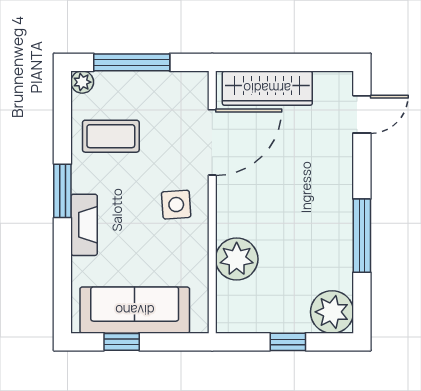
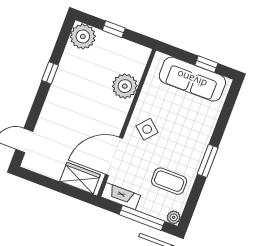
wardrobe: (267, 88) -> (80, 178), width x0.67
side table: (176, 205) -> (147, 129), turned 45
fireplace: (84, 225) -> (121, 196), moved, turned 90
window: (362, 236) -> (50, 73), width x0.46

